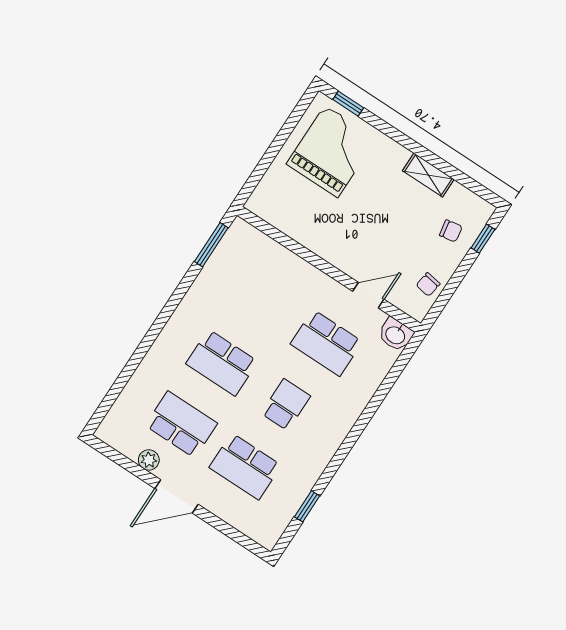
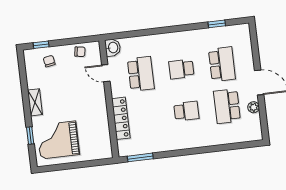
window: (348, 104) -> (30, 136), moved
shelving: (428, 175) -> (35, 102), moved
locker: (288, 263) -> (121, 118), added
school desk: (222, 363) -> (186, 111), width x0.54

